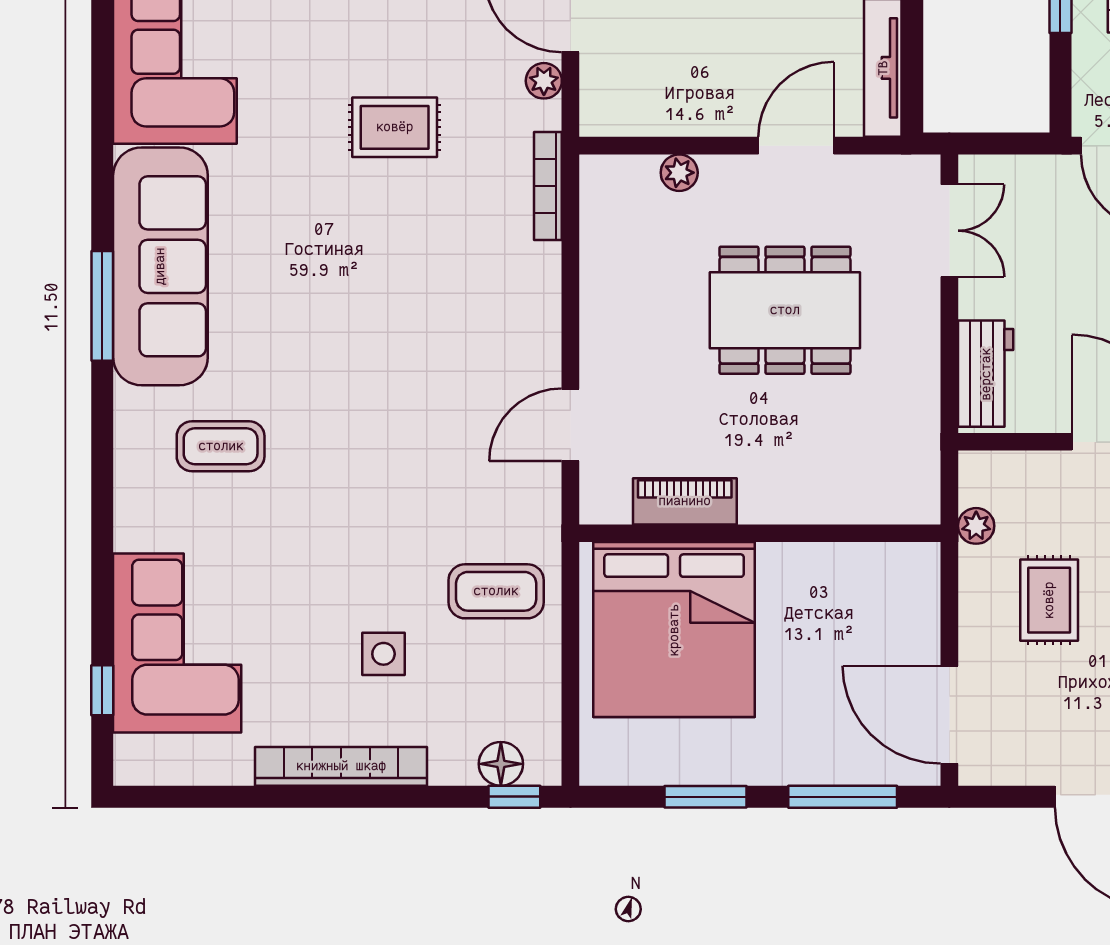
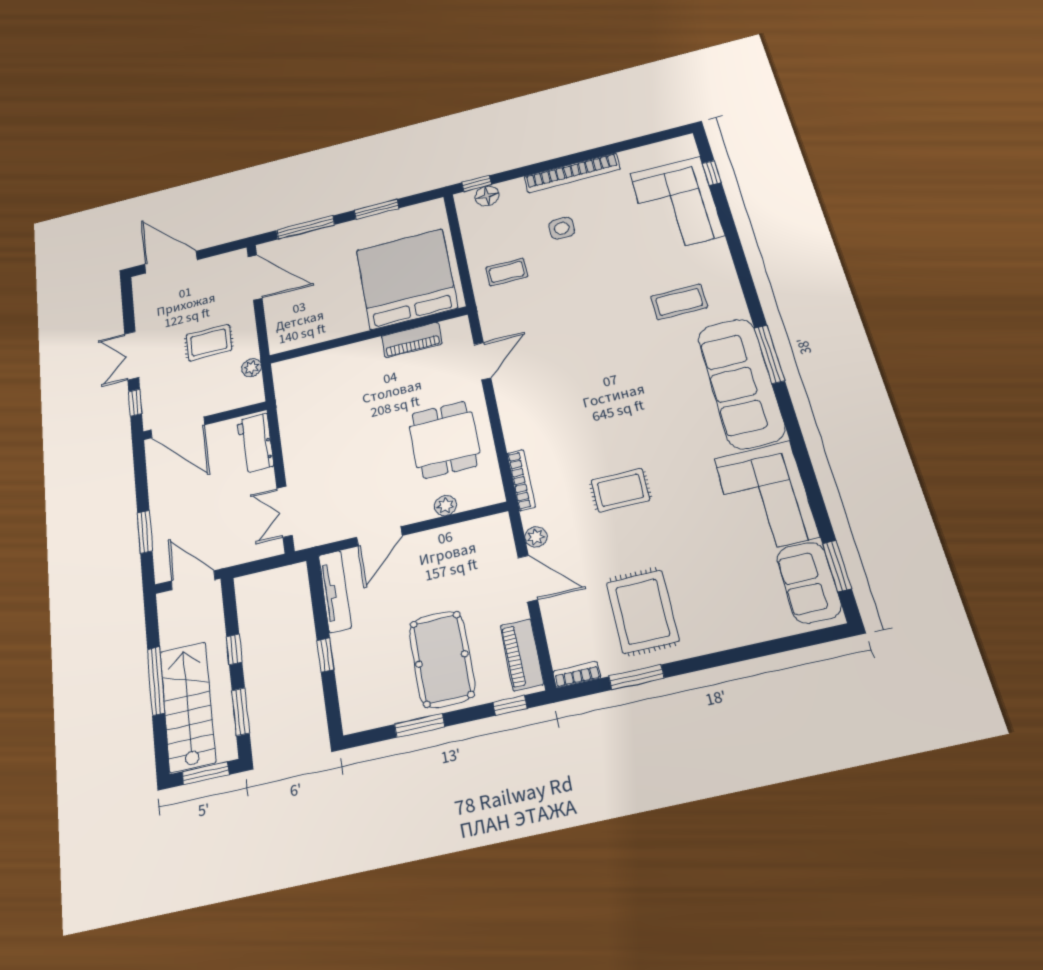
dining table: (785, 310) -> (444, 440), moved, width x0.73
coffee table: (496, 591) -> (507, 272), width x0.73, depth x0.77
rug: (1049, 600) -> (209, 343), turned 90

